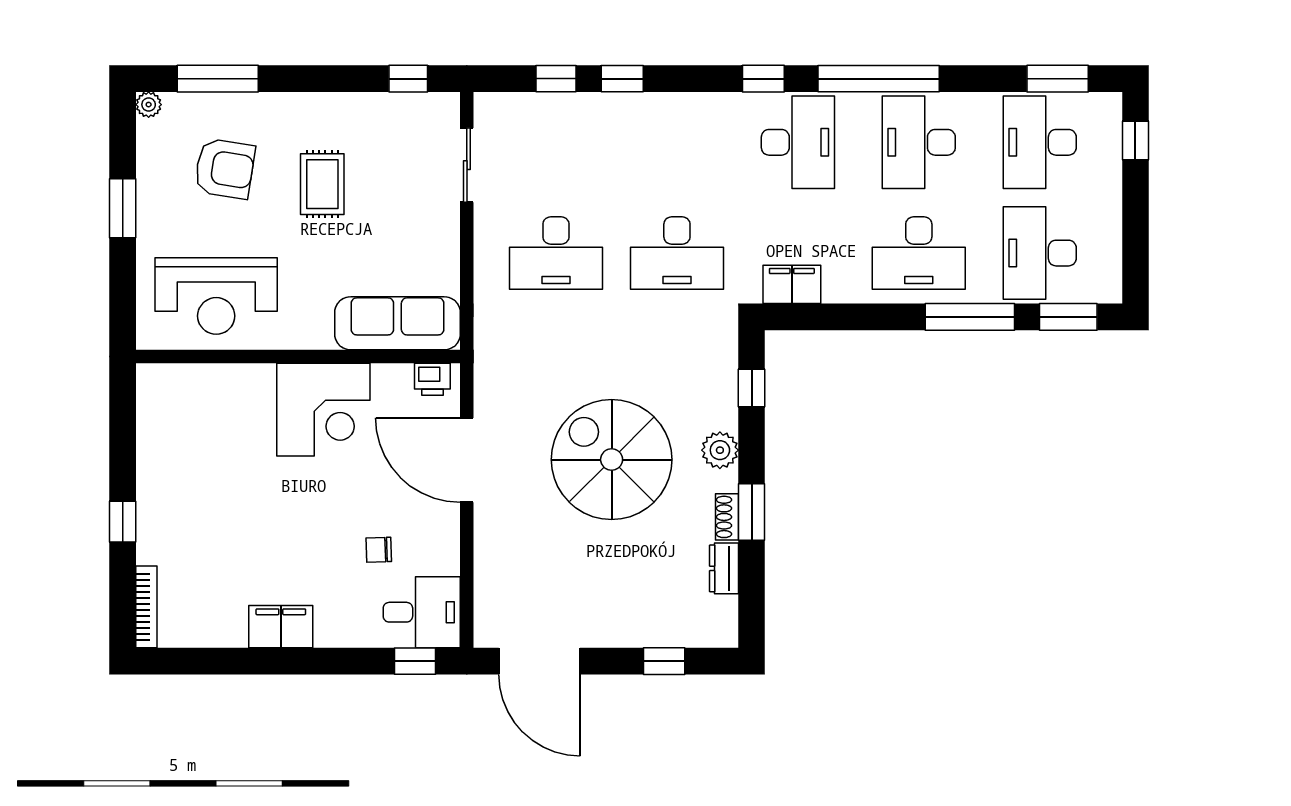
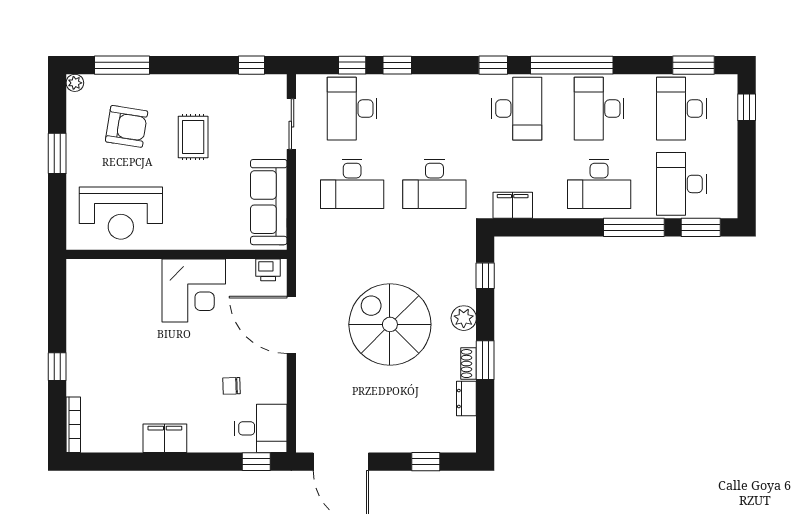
desk: (556, 142) -> (352, 109), added
sofa: (397, 323) -> (269, 202), moved, turned -90

